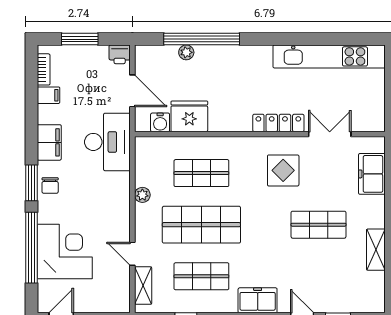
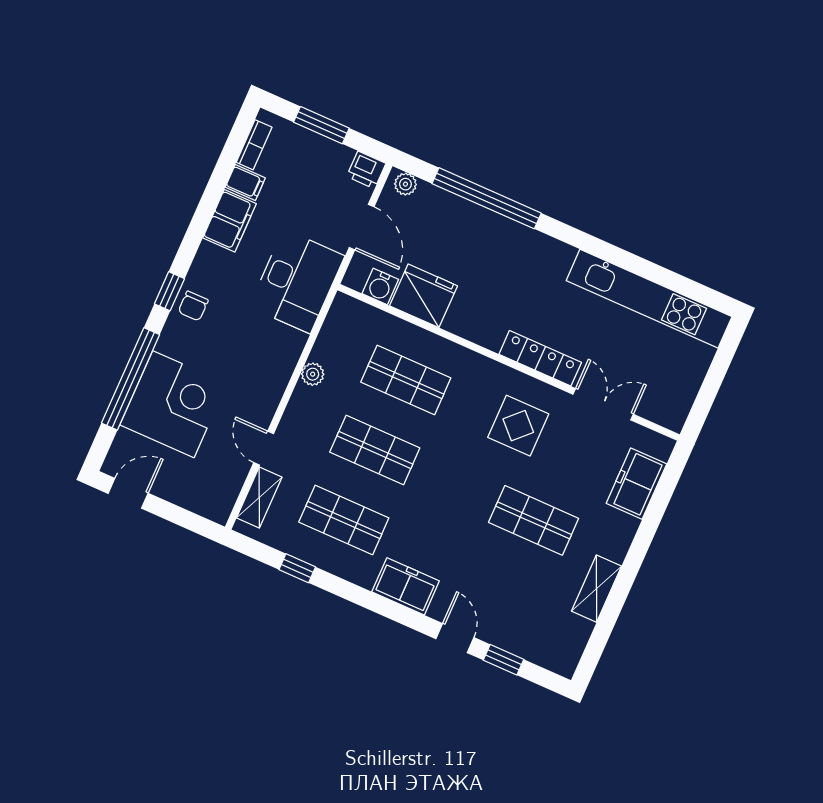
plant: (186, 52) -> (405, 184), moved
filing cabinet: (49, 142) -> (229, 221), moved
window: (31, 183) -> (169, 291), width x0.67
shop shelf: (201, 225) -> (375, 450), width x0.70, depth x0.74

